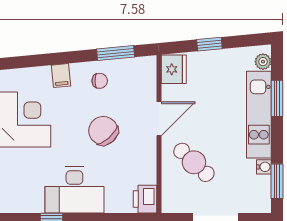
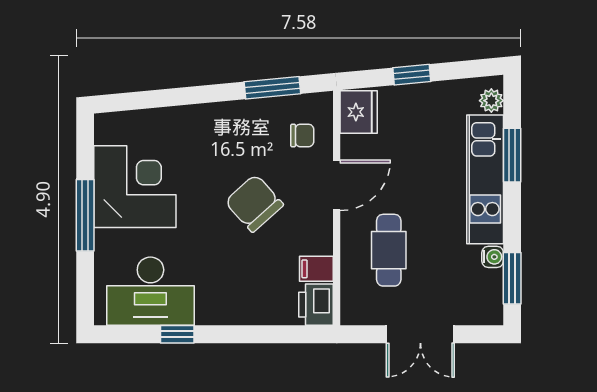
filing cabinet: (61, 76) -> (316, 269), moved, turned 95
chair: (100, 81) -> (302, 135), moved
cafe table: (194, 162) -> (389, 250), turned 47
desk: (74, 190) -> (150, 291), moved

